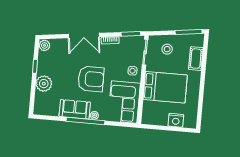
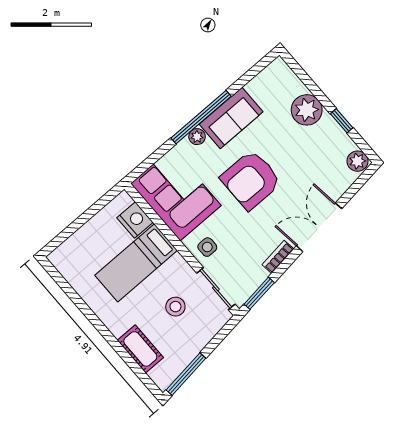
stool: (167, 49) -> (175, 307), moved
bed: (165, 87) -> (136, 263), width x0.67
nightstand: (176, 120) -> (135, 220), moved, turned 90

